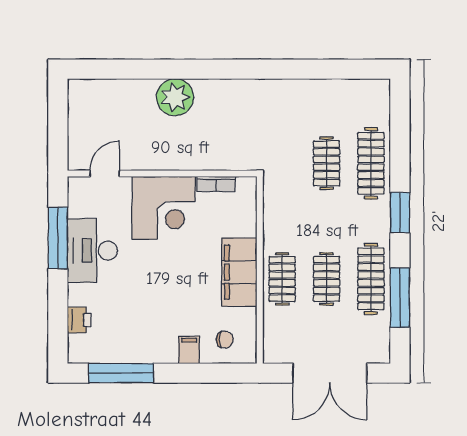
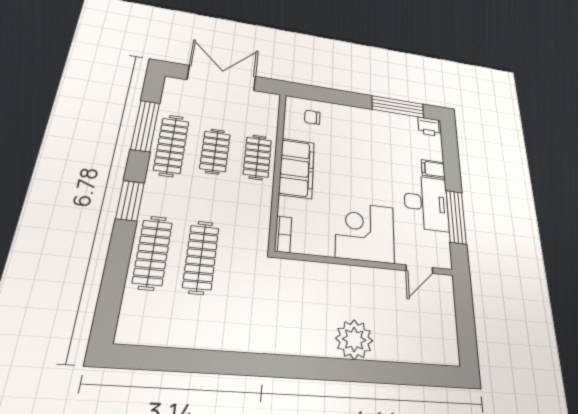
clothes rail: (327, 163) -> (201, 257), width x1.36
bookcase: (216, 184) -> (283, 234), moved, turned 90
printer: (79, 320) -> (429, 127), moved, turned -90
filing cabinet: (189, 350) -> (433, 169), moved, turned 90

